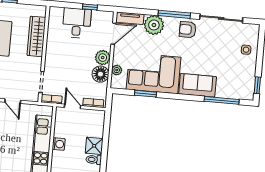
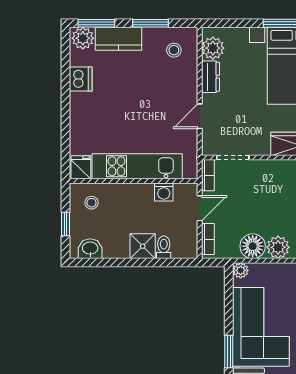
plant: (117, 70) -> (241, 270), moved
window: (145, 94) -> (229, 351), moved
washing machine: (59, 144) -> (164, 192), moved
toilet: (94, 160) -> (164, 247), moved

